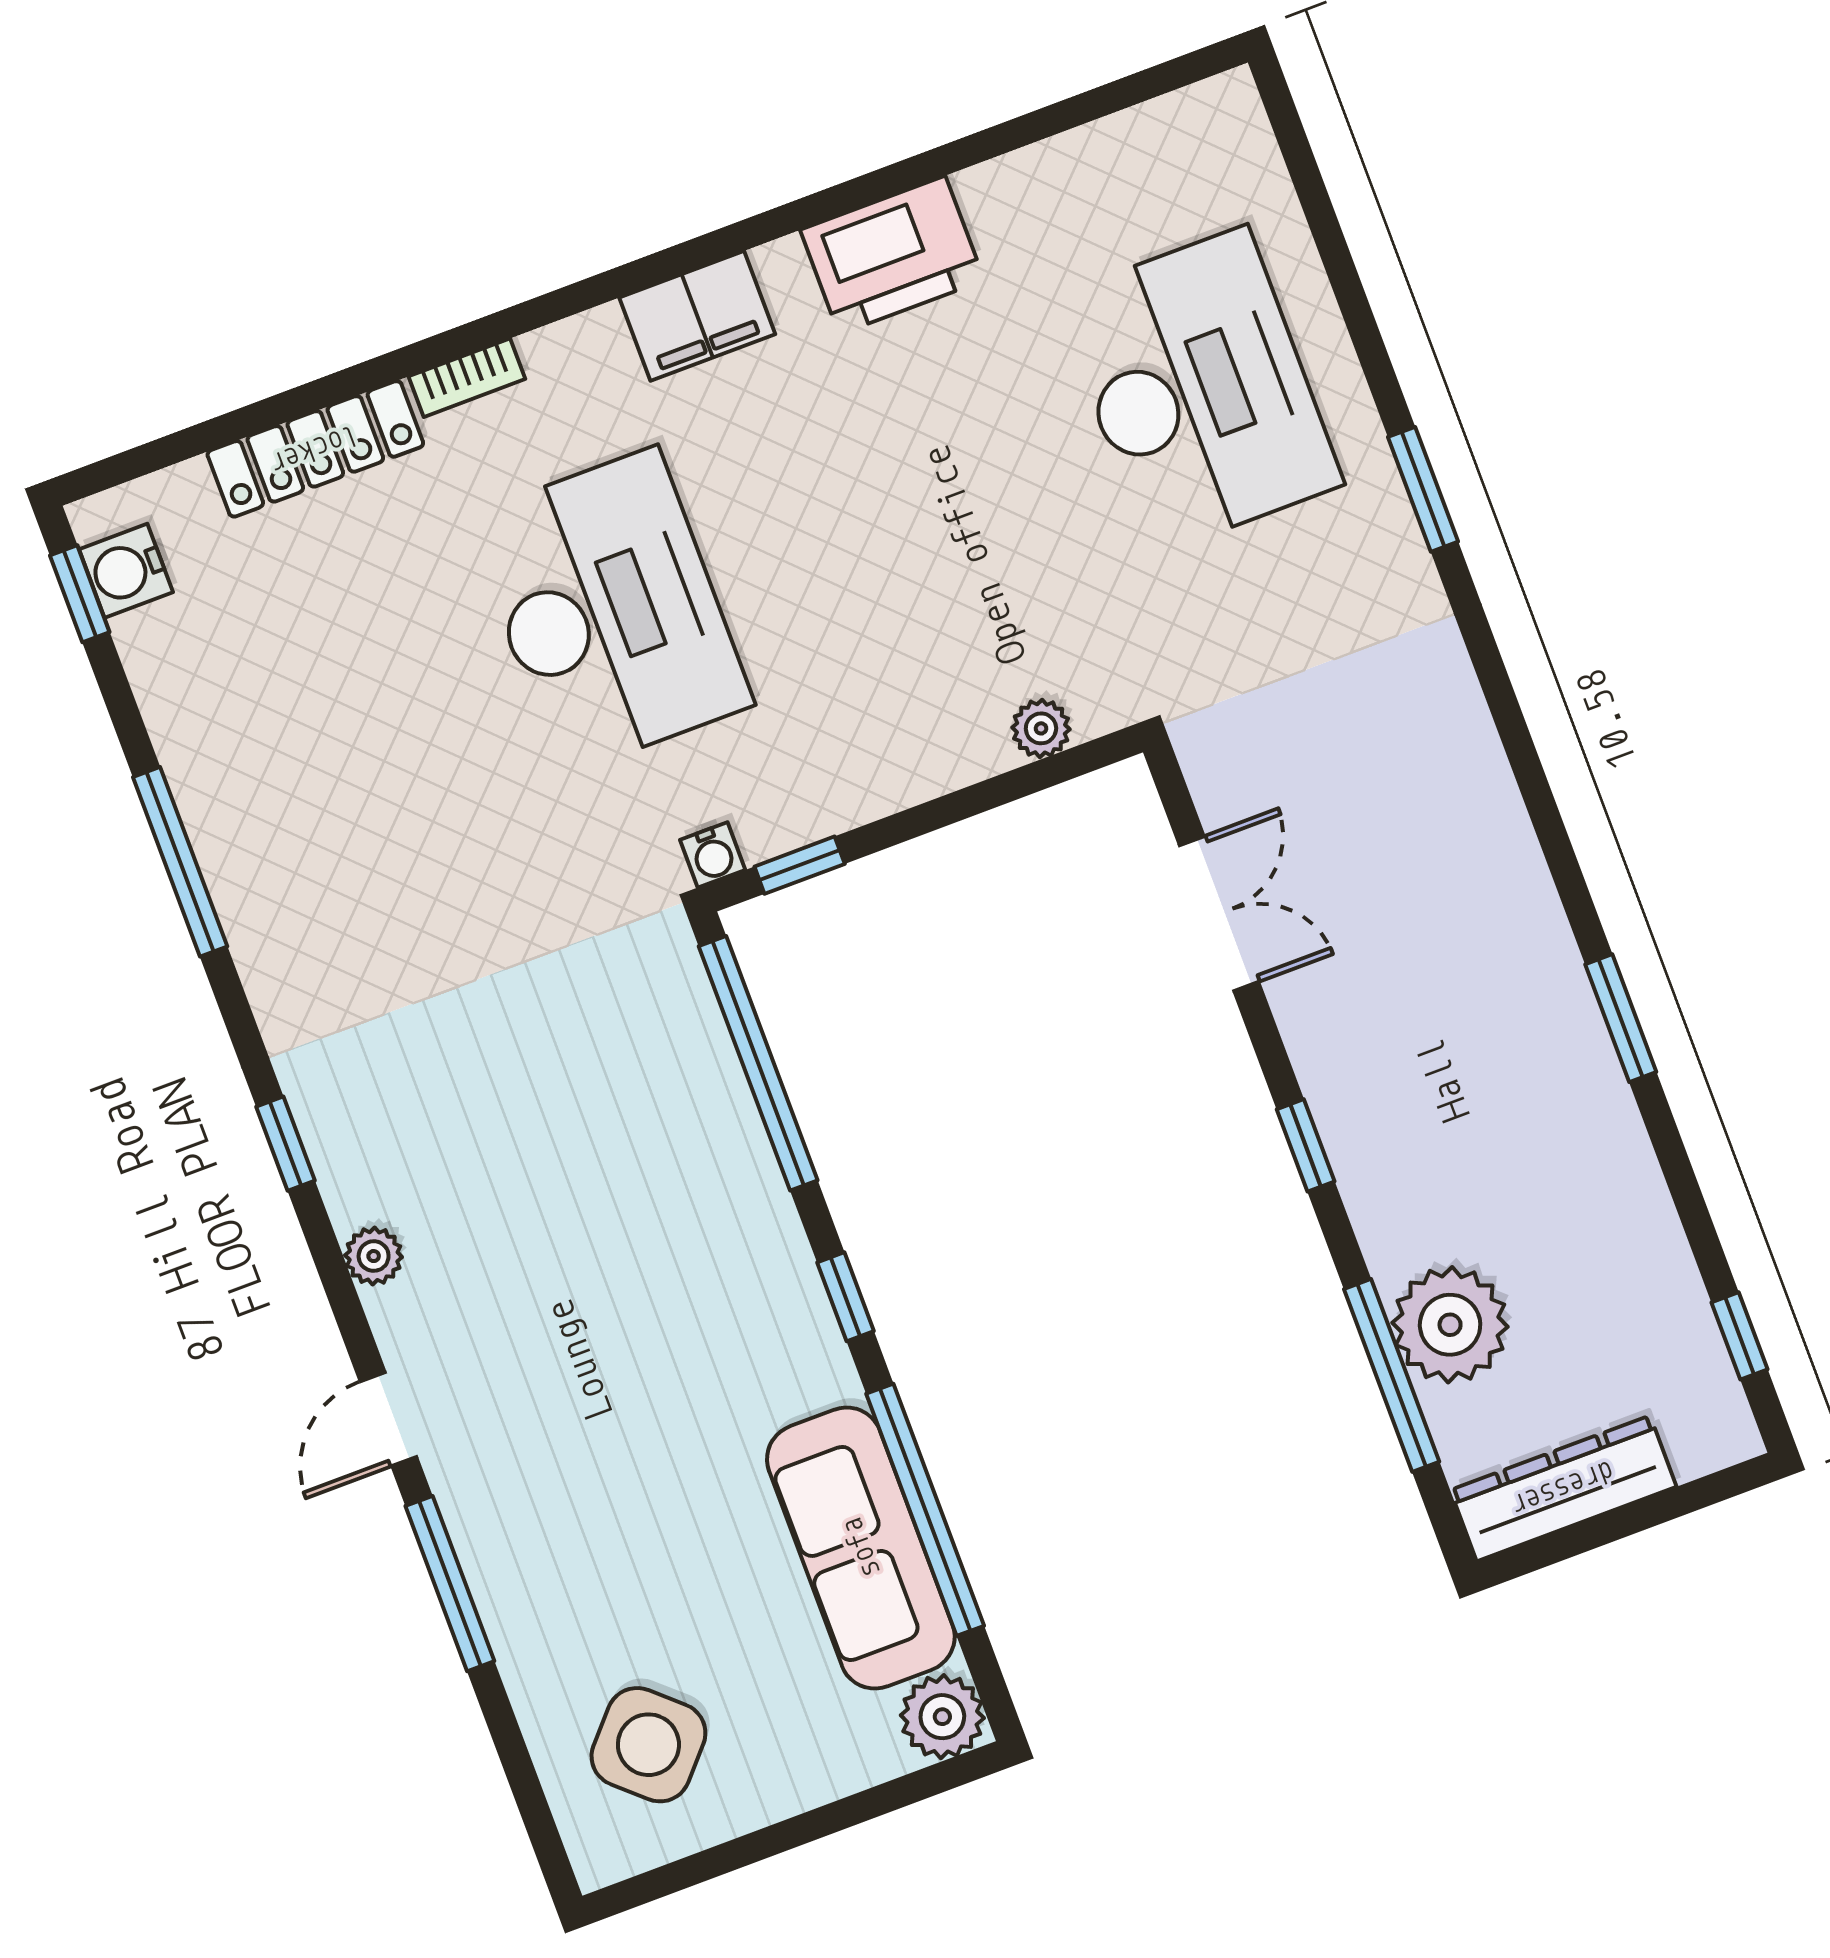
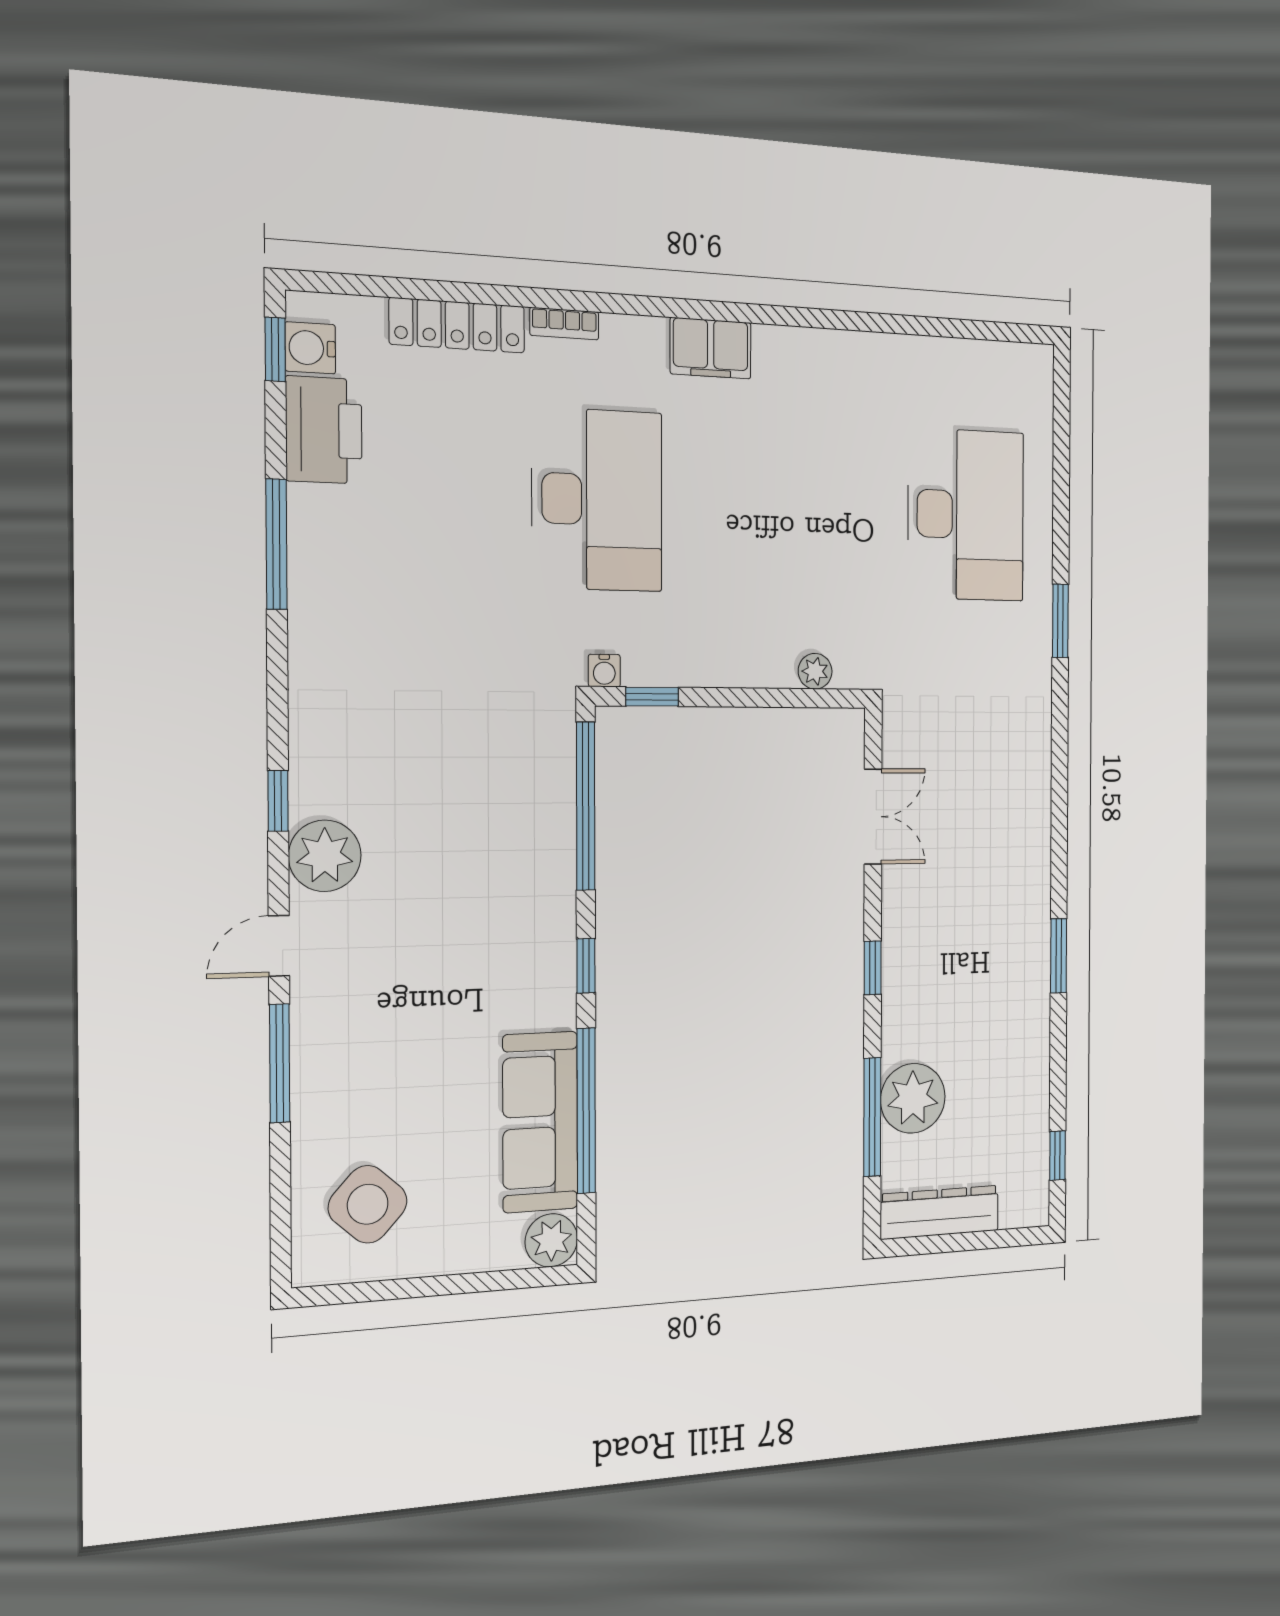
printer: (892, 255) -> (324, 430), moved, turned -90
window: (285, 1144) -> (278, 801), moved
plant: (374, 1256) -> (325, 856), width x1.88, depth x1.88

